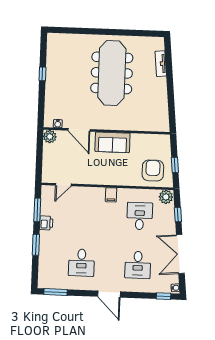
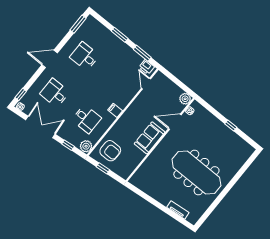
printer: (46, 223) -> (147, 67), moved

